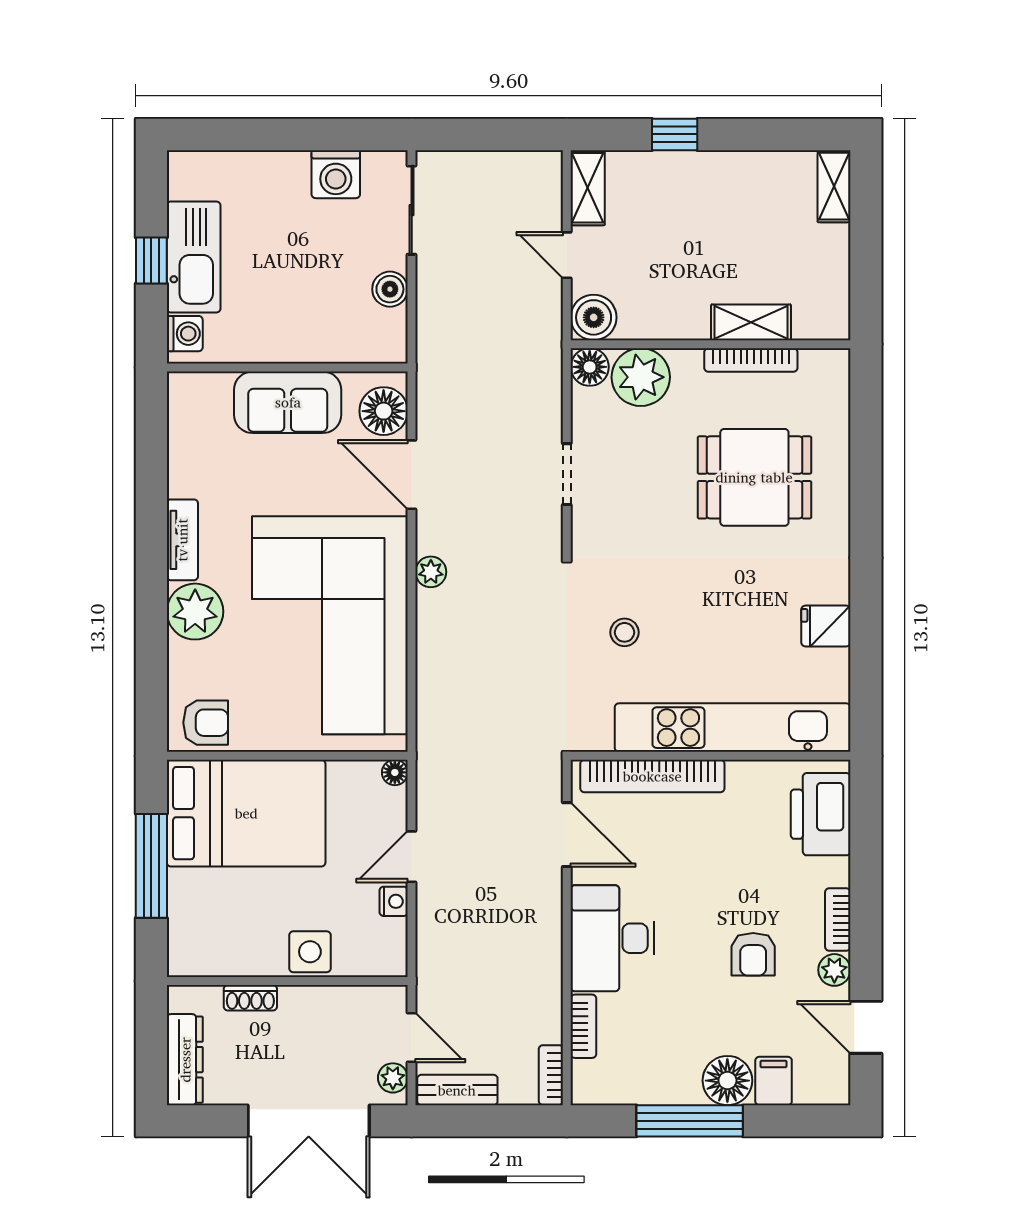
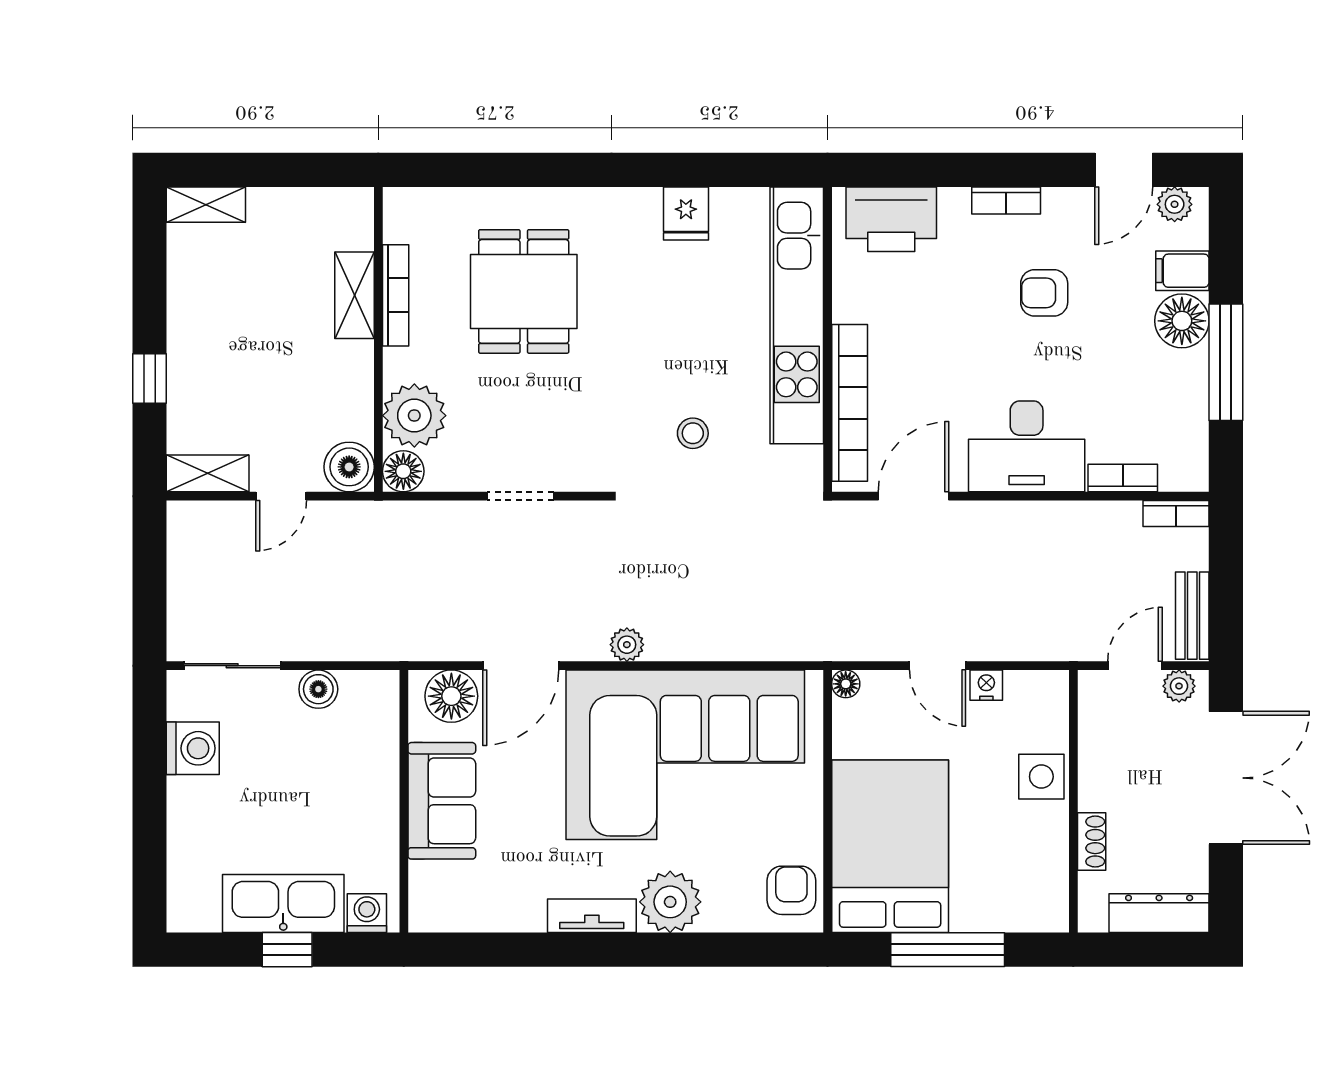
armchair: (753, 954) -> (1044, 293), turned 180
plant: (834, 970) -> (1175, 204), moved

